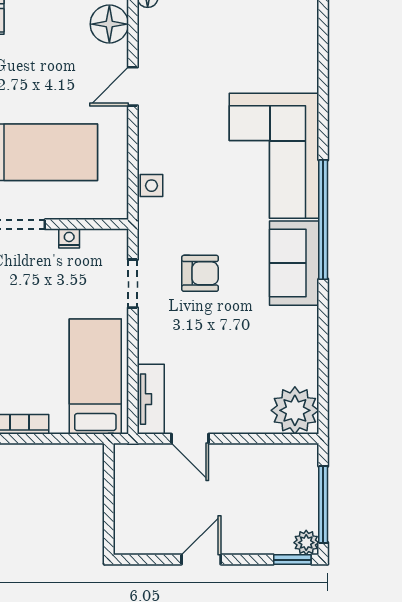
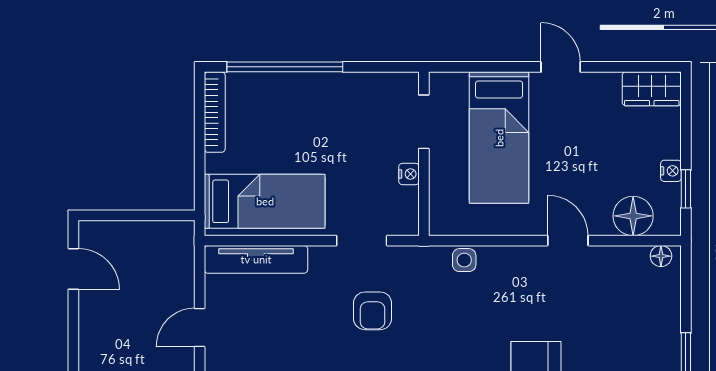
tv unit: (151, 399) -> (256, 259), width x1.41
door: (190, 439) -> (200, 328), moved
door: (201, 560) -> (73, 269), moved

